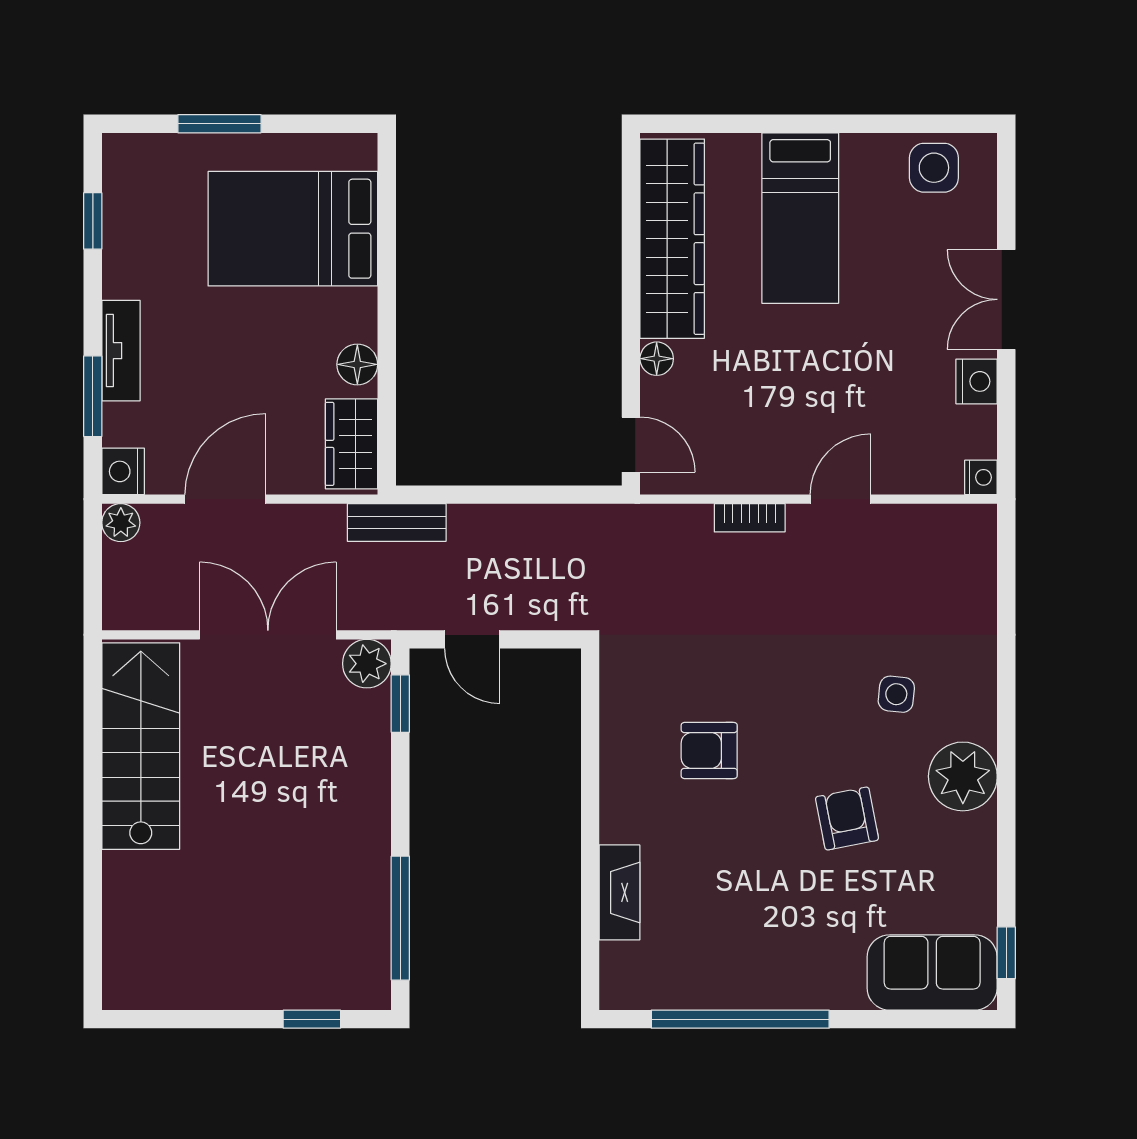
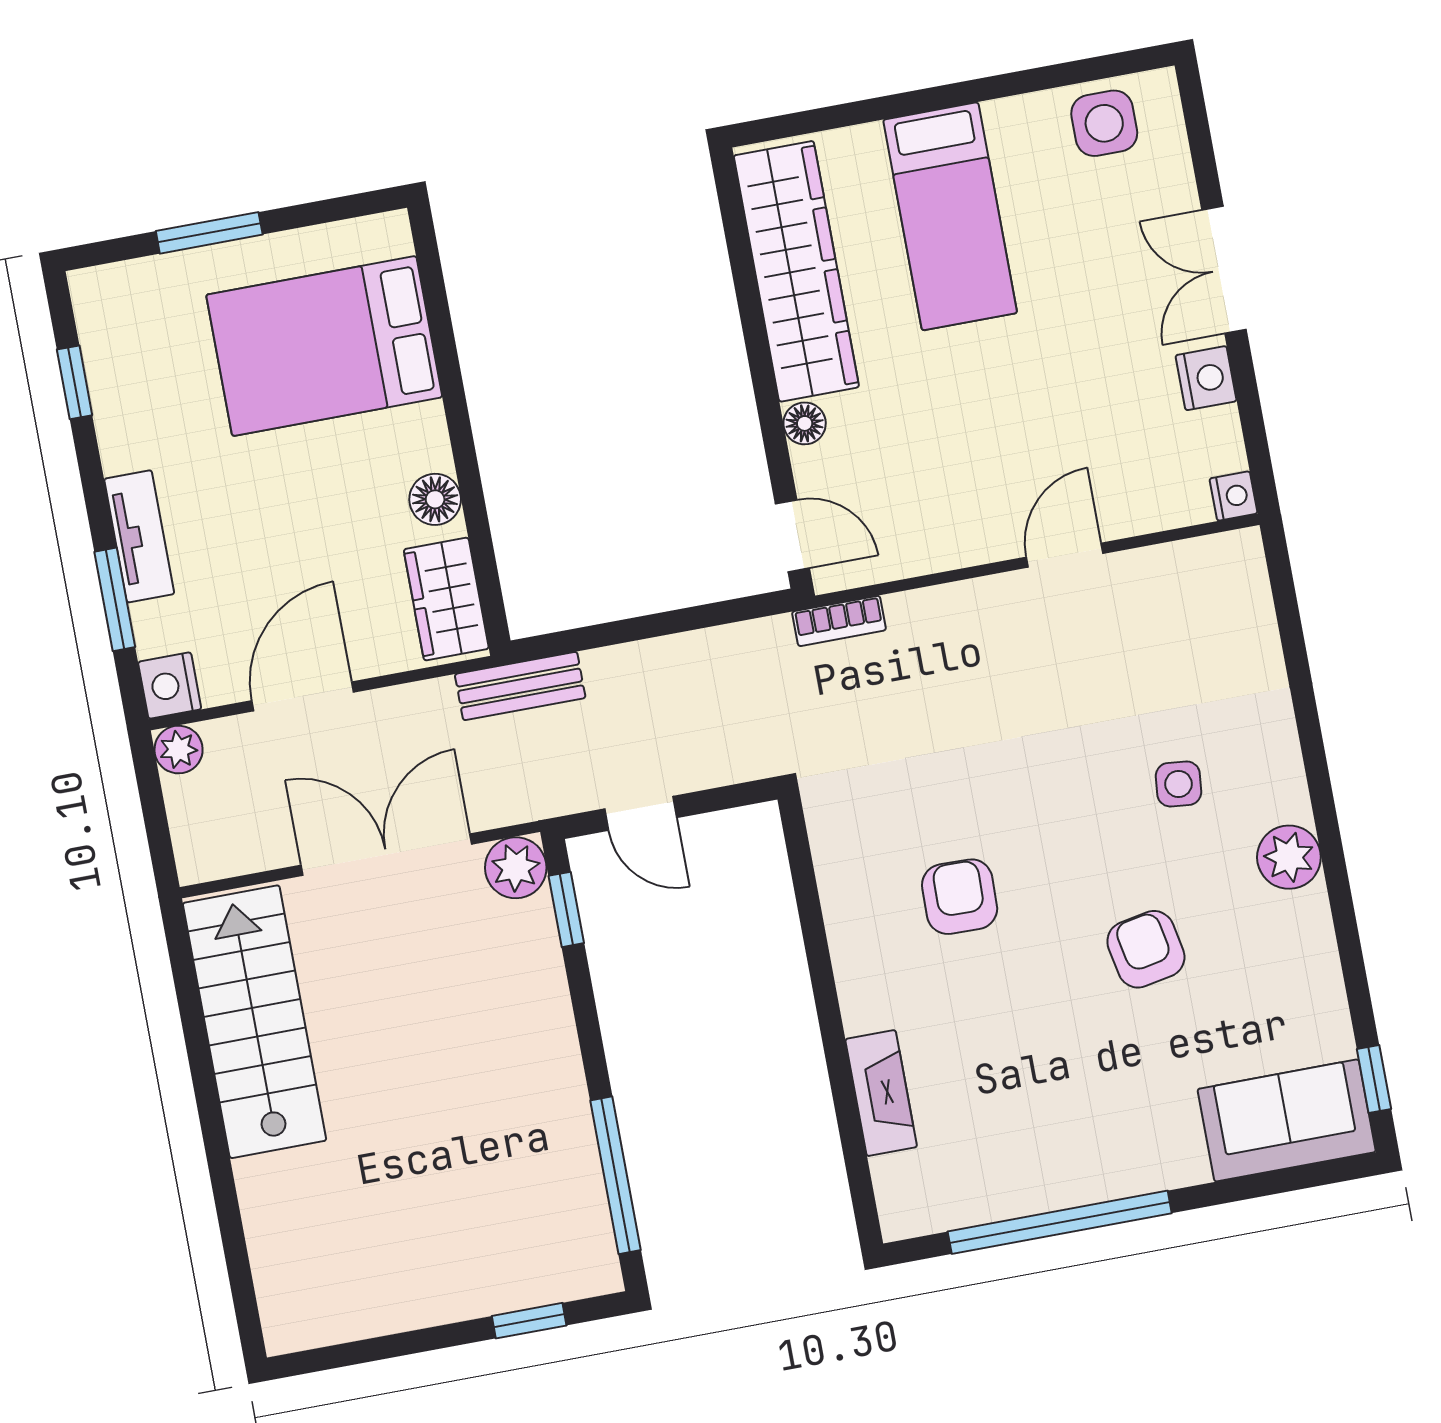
bookcase: (750, 518) -> (839, 621), moved
armchair: (709, 750) -> (960, 897), turned 91
plant: (963, 776) -> (1289, 857), width x0.73, depth x0.73

